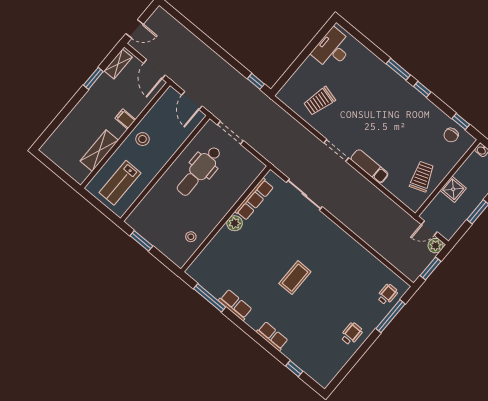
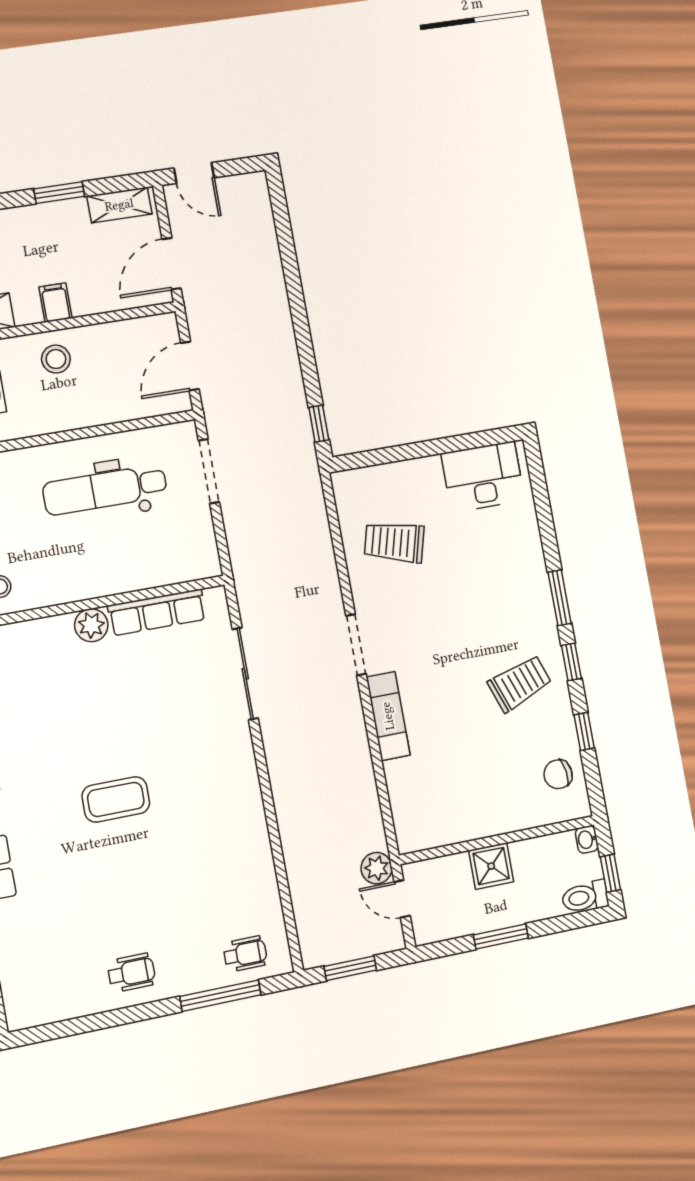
window: (461, 122) -> (584, 731), moved
trolley: (422, 176) -> (520, 683), moved
plant: (436, 246) -> (377, 868), moved

